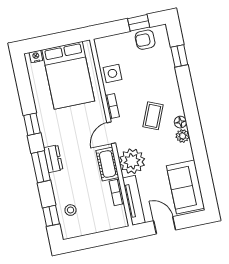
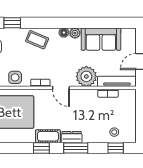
coffee table: (153, 116) -> (37, 40), moved
cot: (107, 164) -> (48, 136), moved
sofa: (186, 187) -> (101, 39), moved

